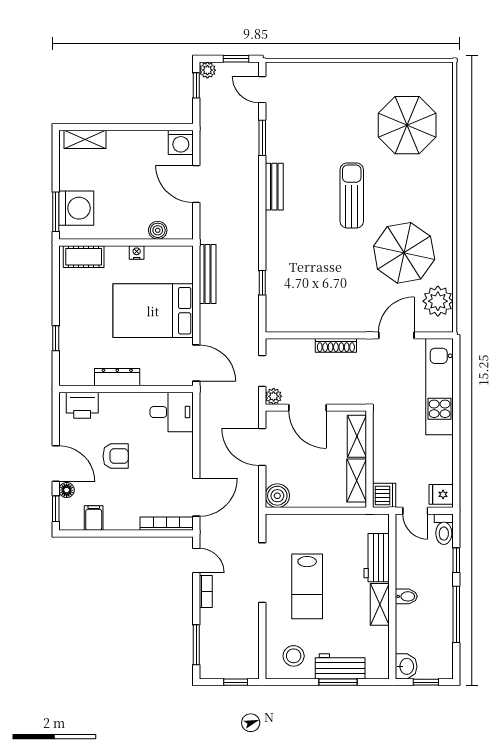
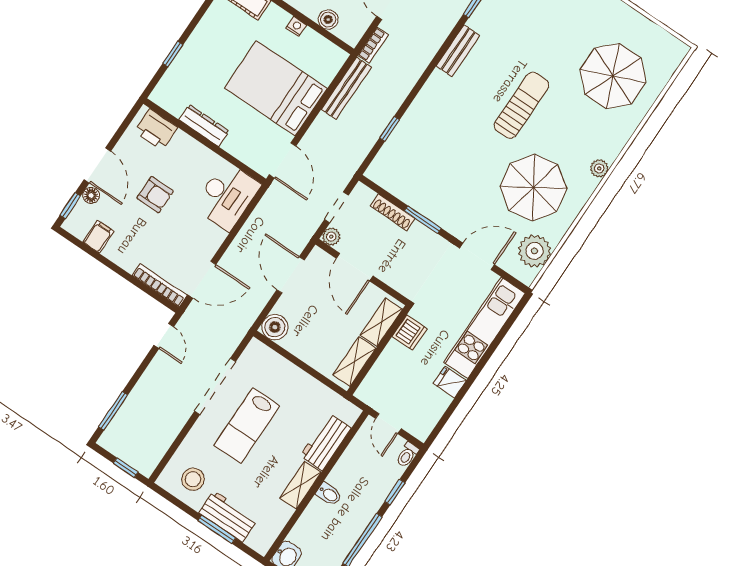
plant: (445, 204) -> (599, 168), added
window: (335, 335) -> (423, 220), added
shoe rack: (336, 345) -> (393, 212), moved
desk: (172, 412) -> (227, 196), width x1.37
fridge: (441, 494) -> (450, 382), moved
dishwasher: (384, 495) -> (410, 332), moved
toilet: (444, 529) -> (407, 455), width x0.73, depth x0.72
bookcase: (206, 592) -> (373, 45), moved

